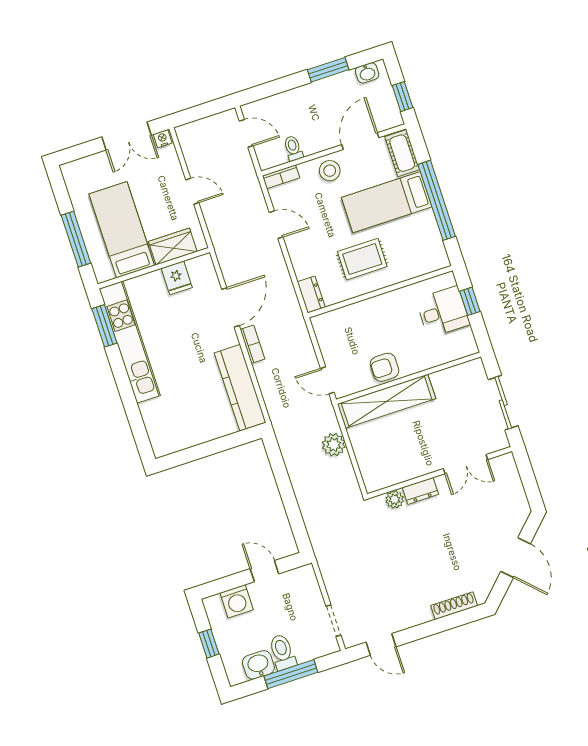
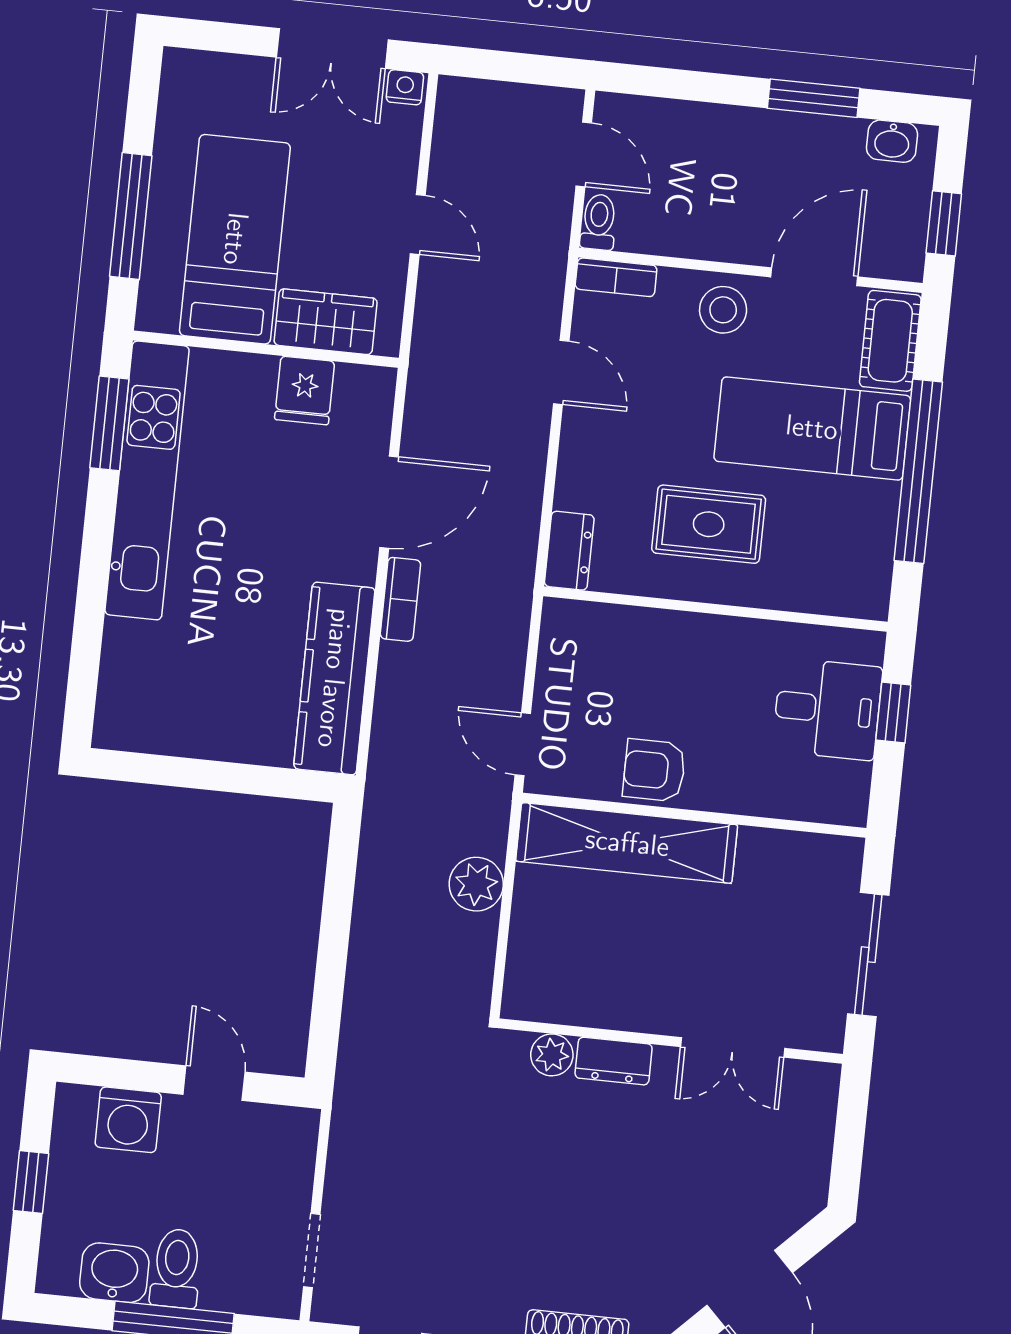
toilet: (293, 148) -> (599, 222), moved

